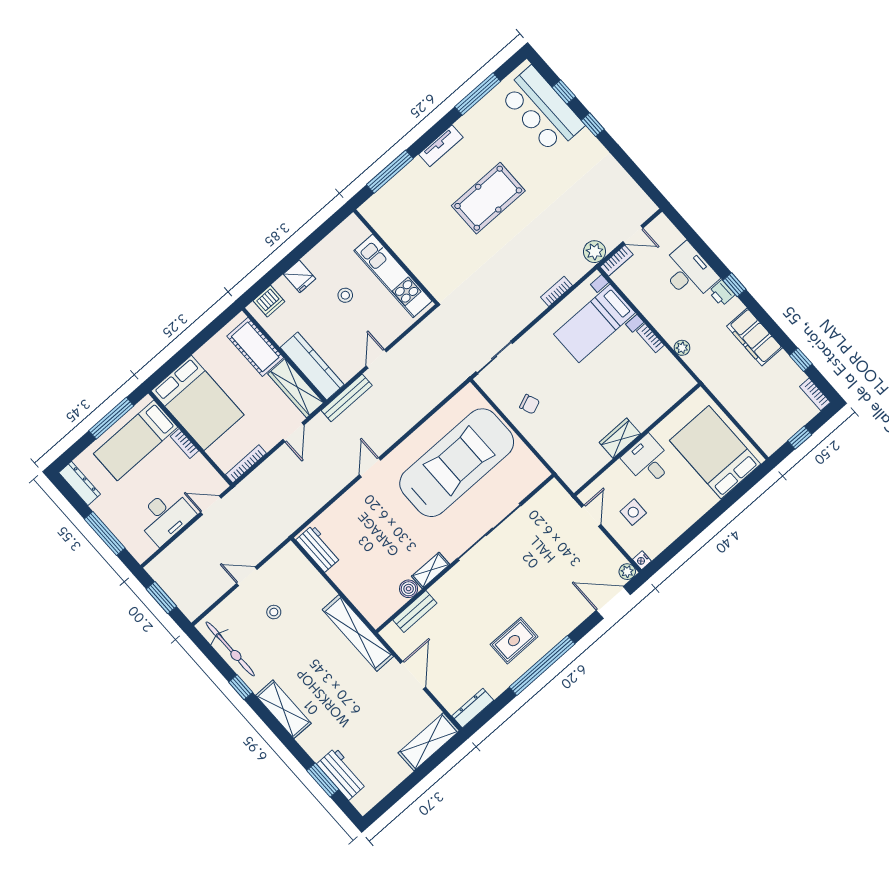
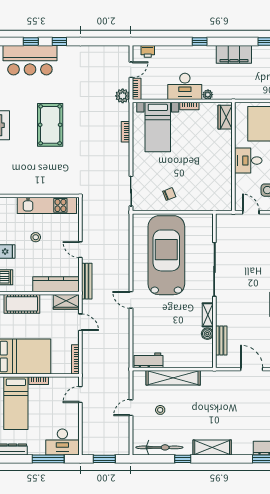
desk: (689, 272) -> (185, 86), moved, turned 180
printer: (722, 293) -> (148, 51), moved
wardrobe: (296, 388) -> (66, 302), width x0.67
wardrobe: (620, 438) -> (225, 117), moved
desk: (165, 516) -> (62, 442), moved, turned 90
shelving: (358, 633) -> (173, 378), moved

